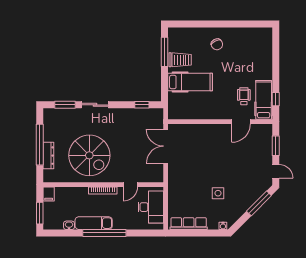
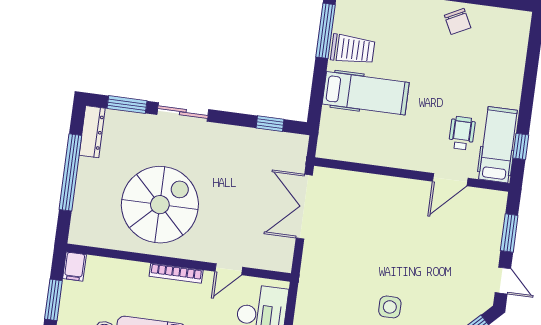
chair: (217, 44) -> (458, 21), moved
spiral stairs: (89, 155) -> (160, 205), turned -90
dresser: (48, 156) -> (92, 132), moved

